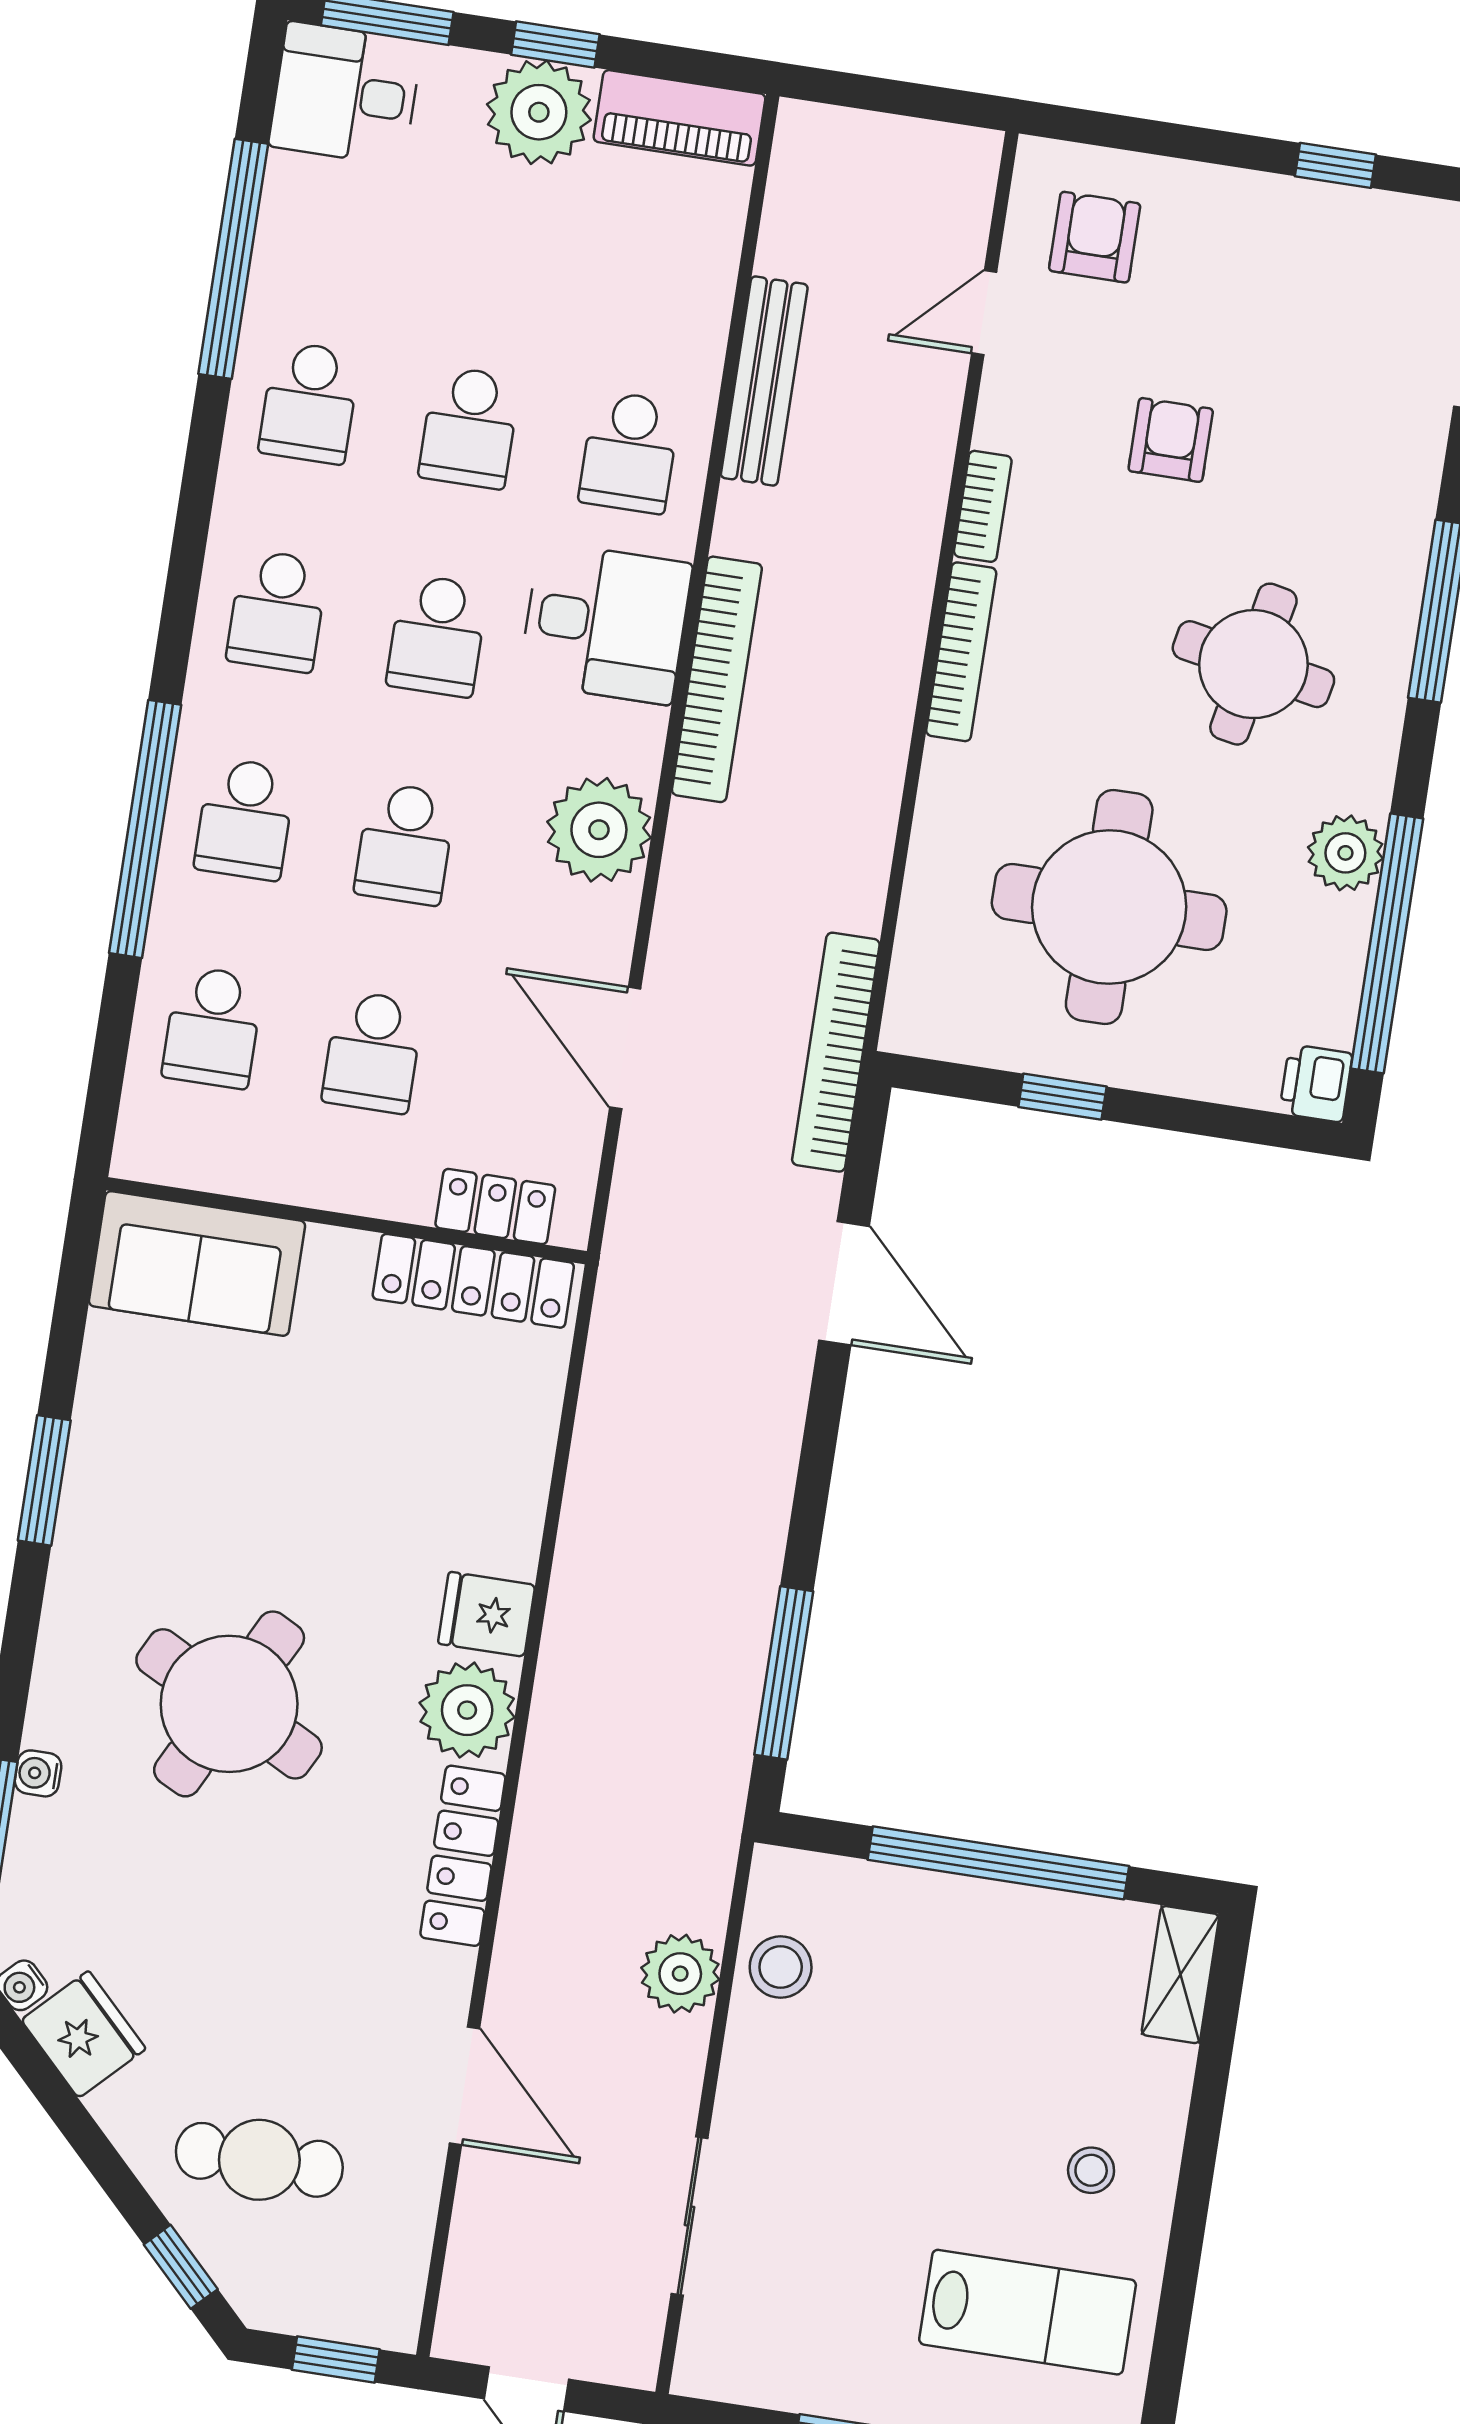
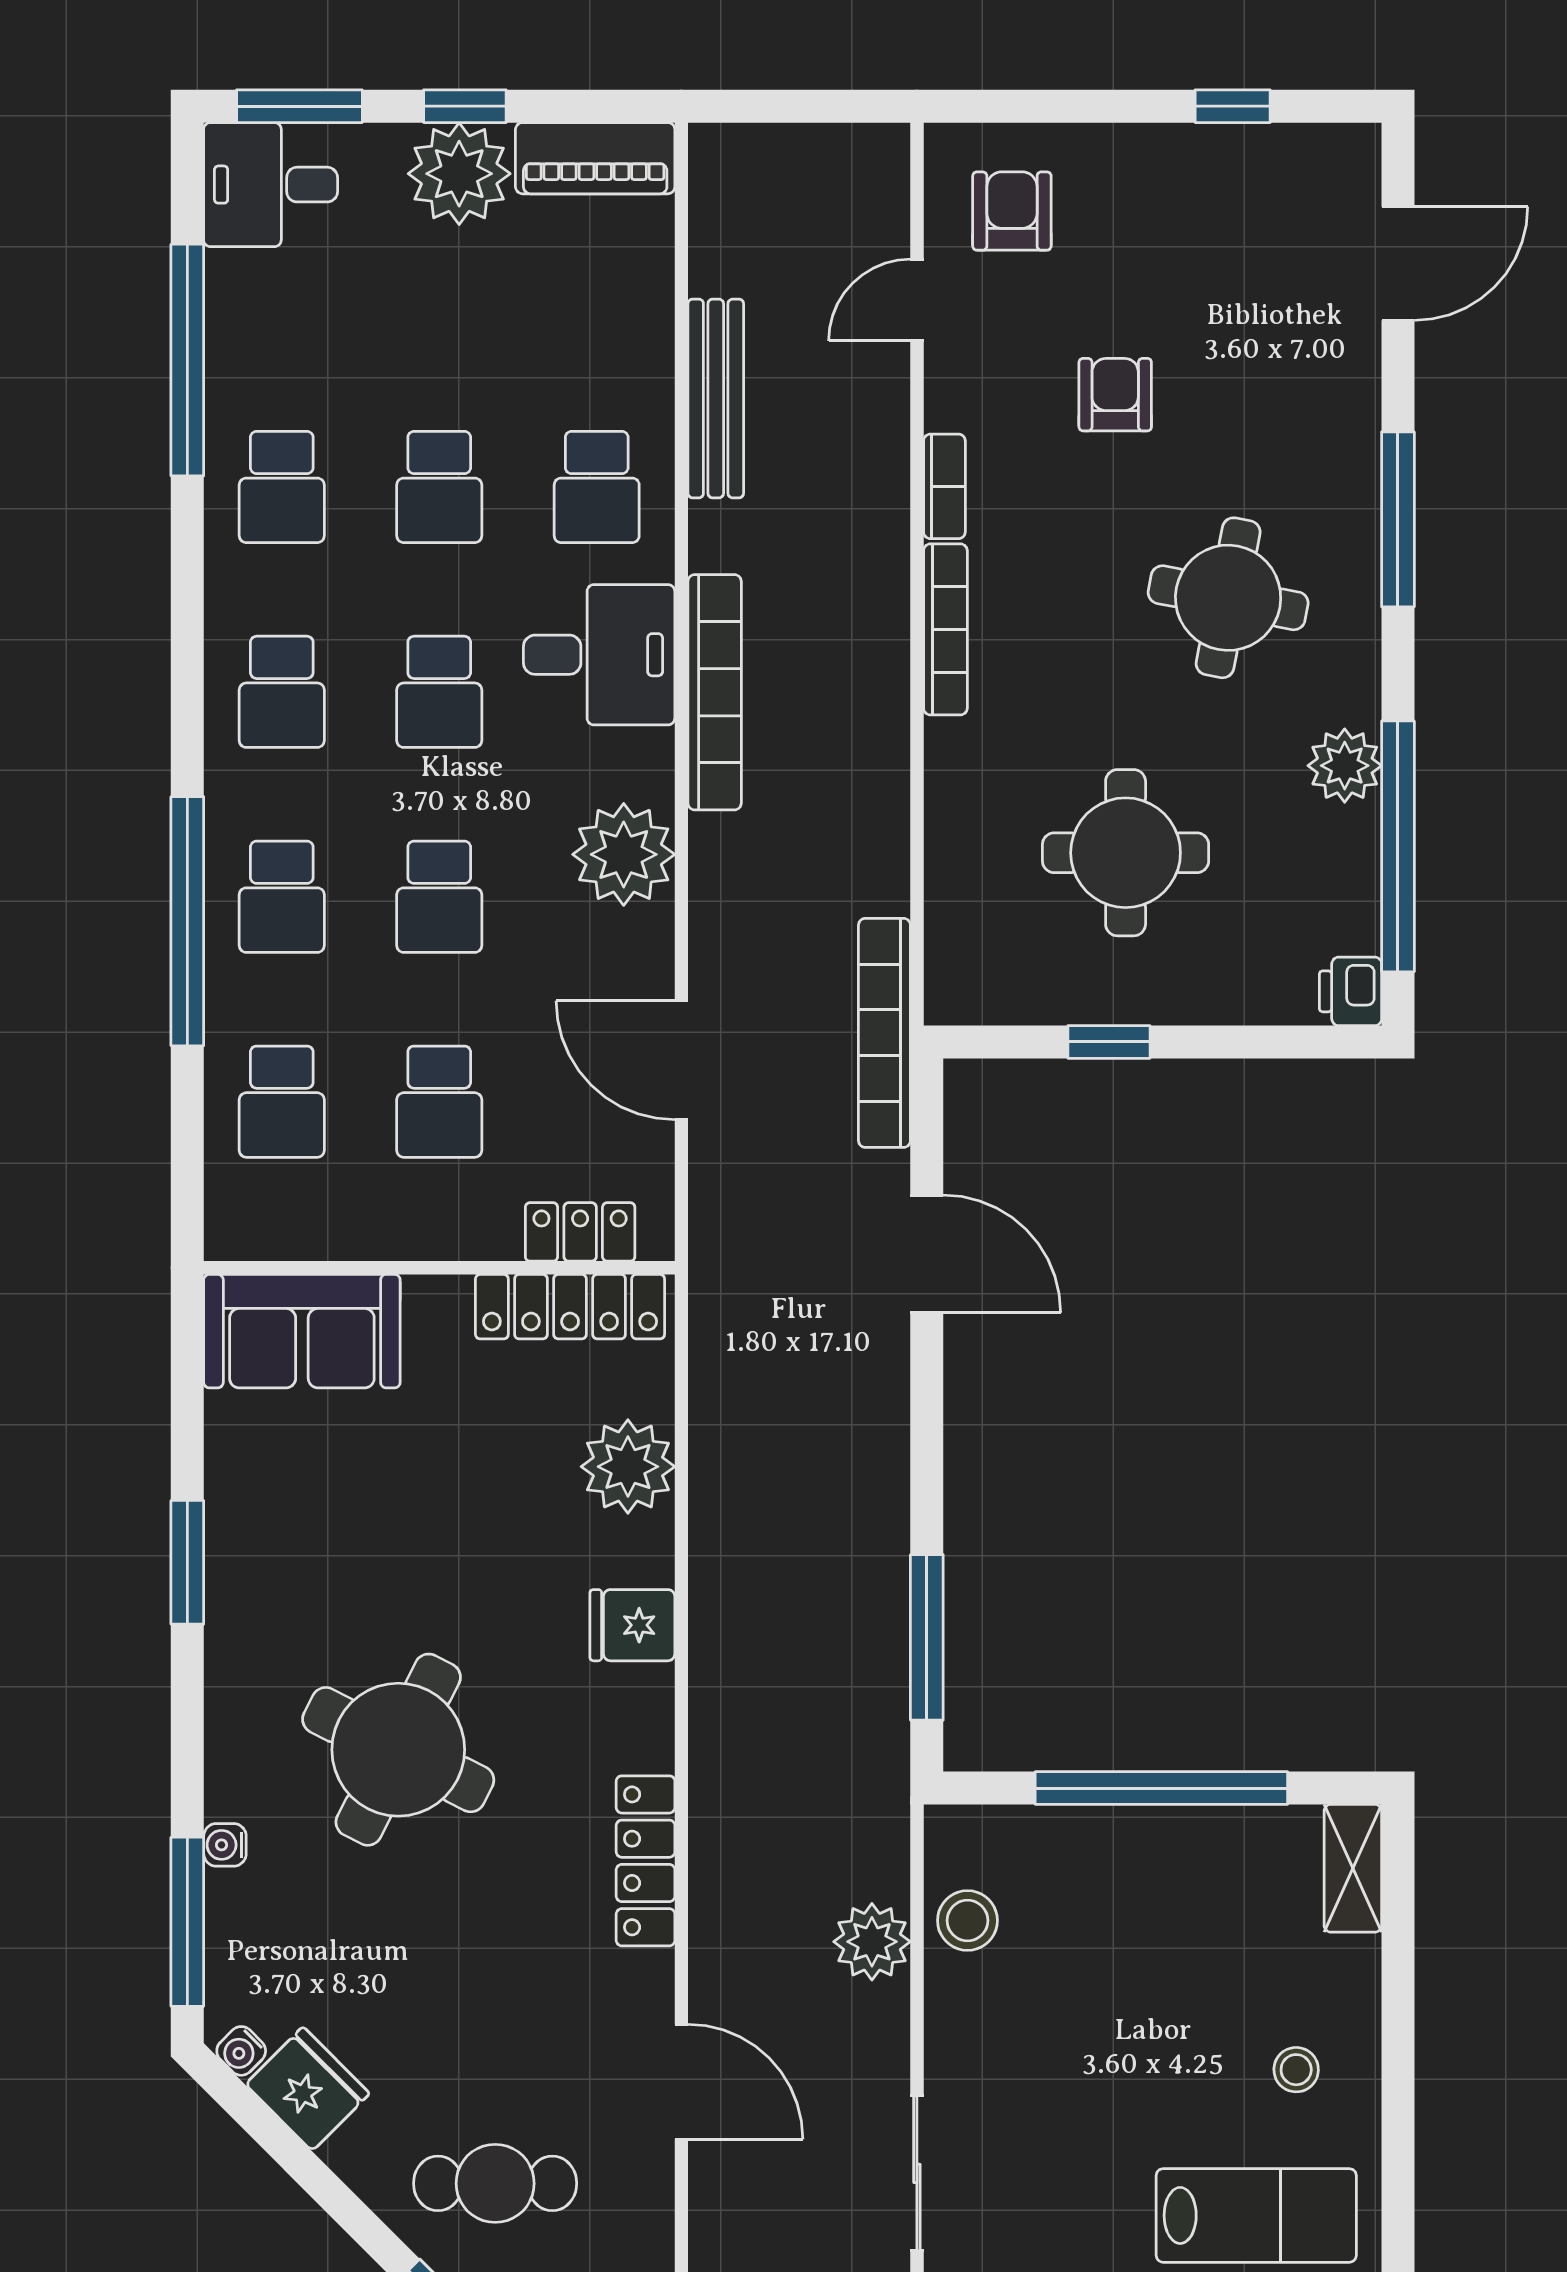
round table: (1109, 907) -> (1126, 853), width x0.73, depth x0.73
plant: (467, 1710) -> (628, 1467), moved

